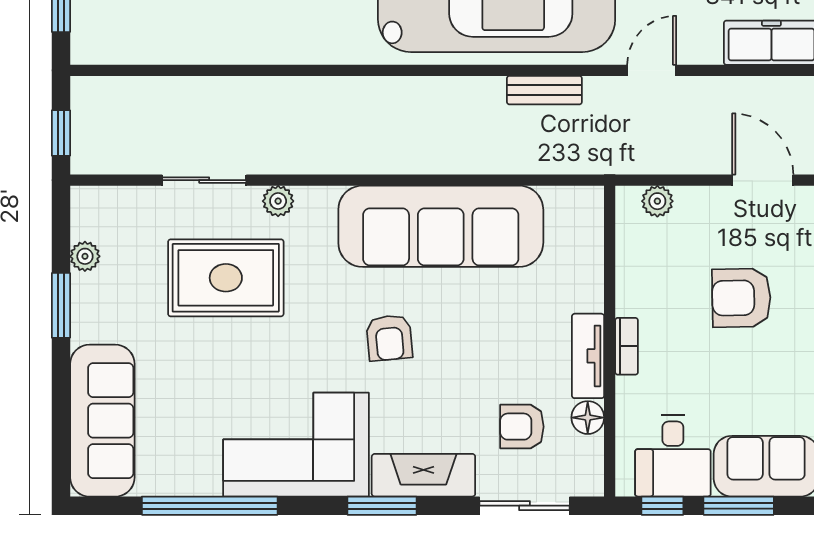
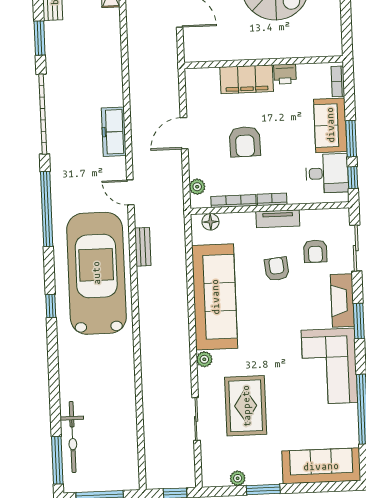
plant: (278, 201) -> (204, 359), moved
bookcase: (626, 271) -> (234, 201), added
armchair: (389, 338) -> (277, 269), moved, turned -91
floor lamp: (588, 418) -> (210, 222), moved

